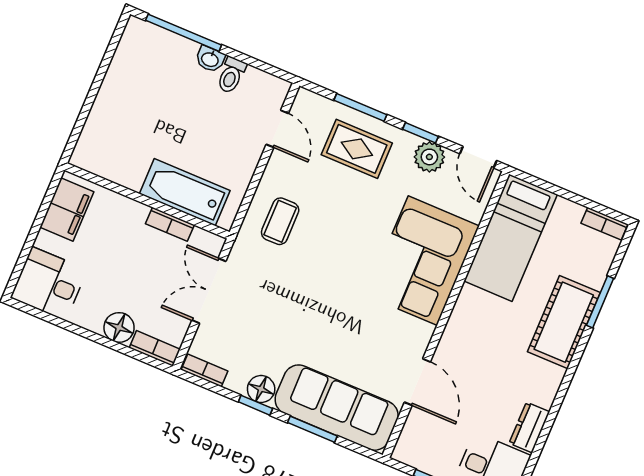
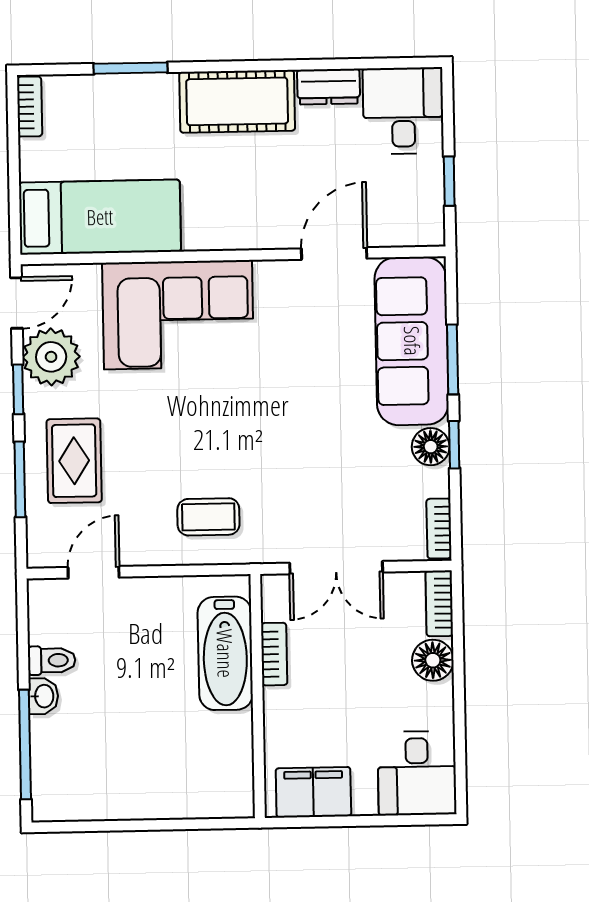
plant: (429, 157) -> (51, 357), width x1.36, depth x1.36
cot: (564, 322) -> (237, 101), moved

